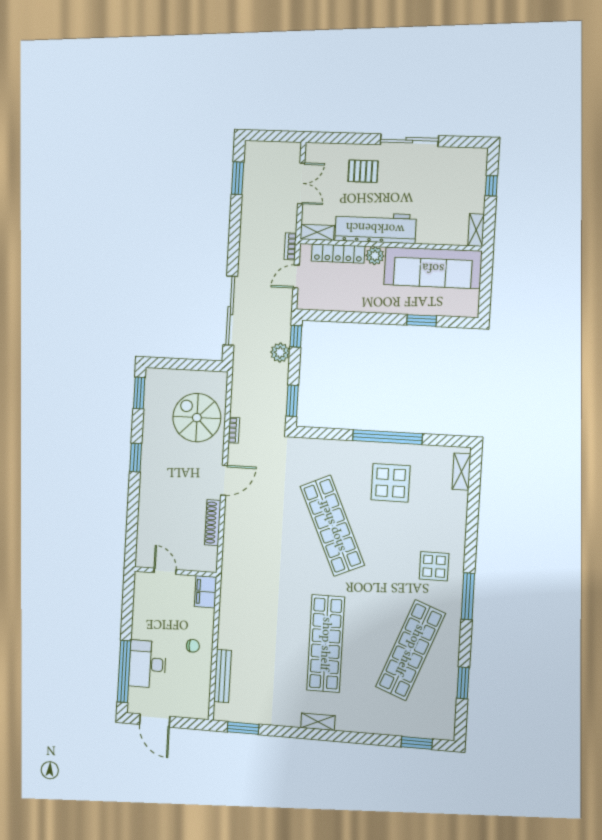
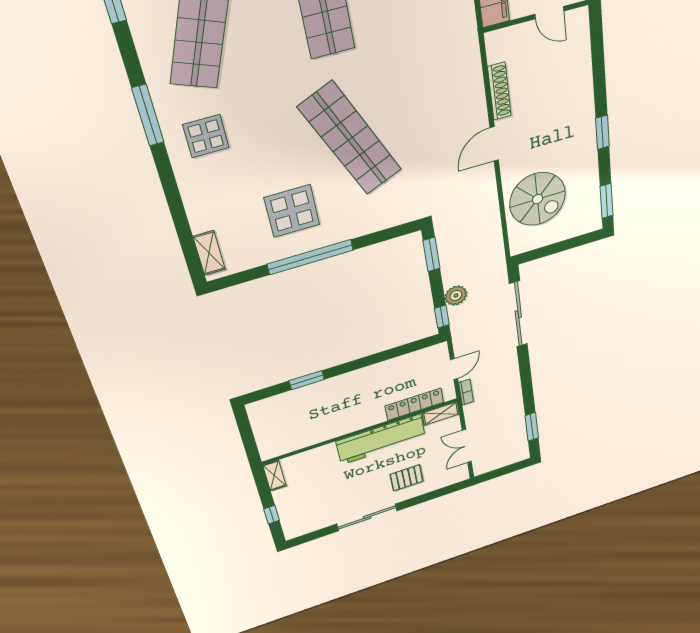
plant: (375, 256) -> (375, 417), removed
sofa: (433, 268) -> (310, 429), removed
bookcase: (234, 430) -> (493, 201), removed

